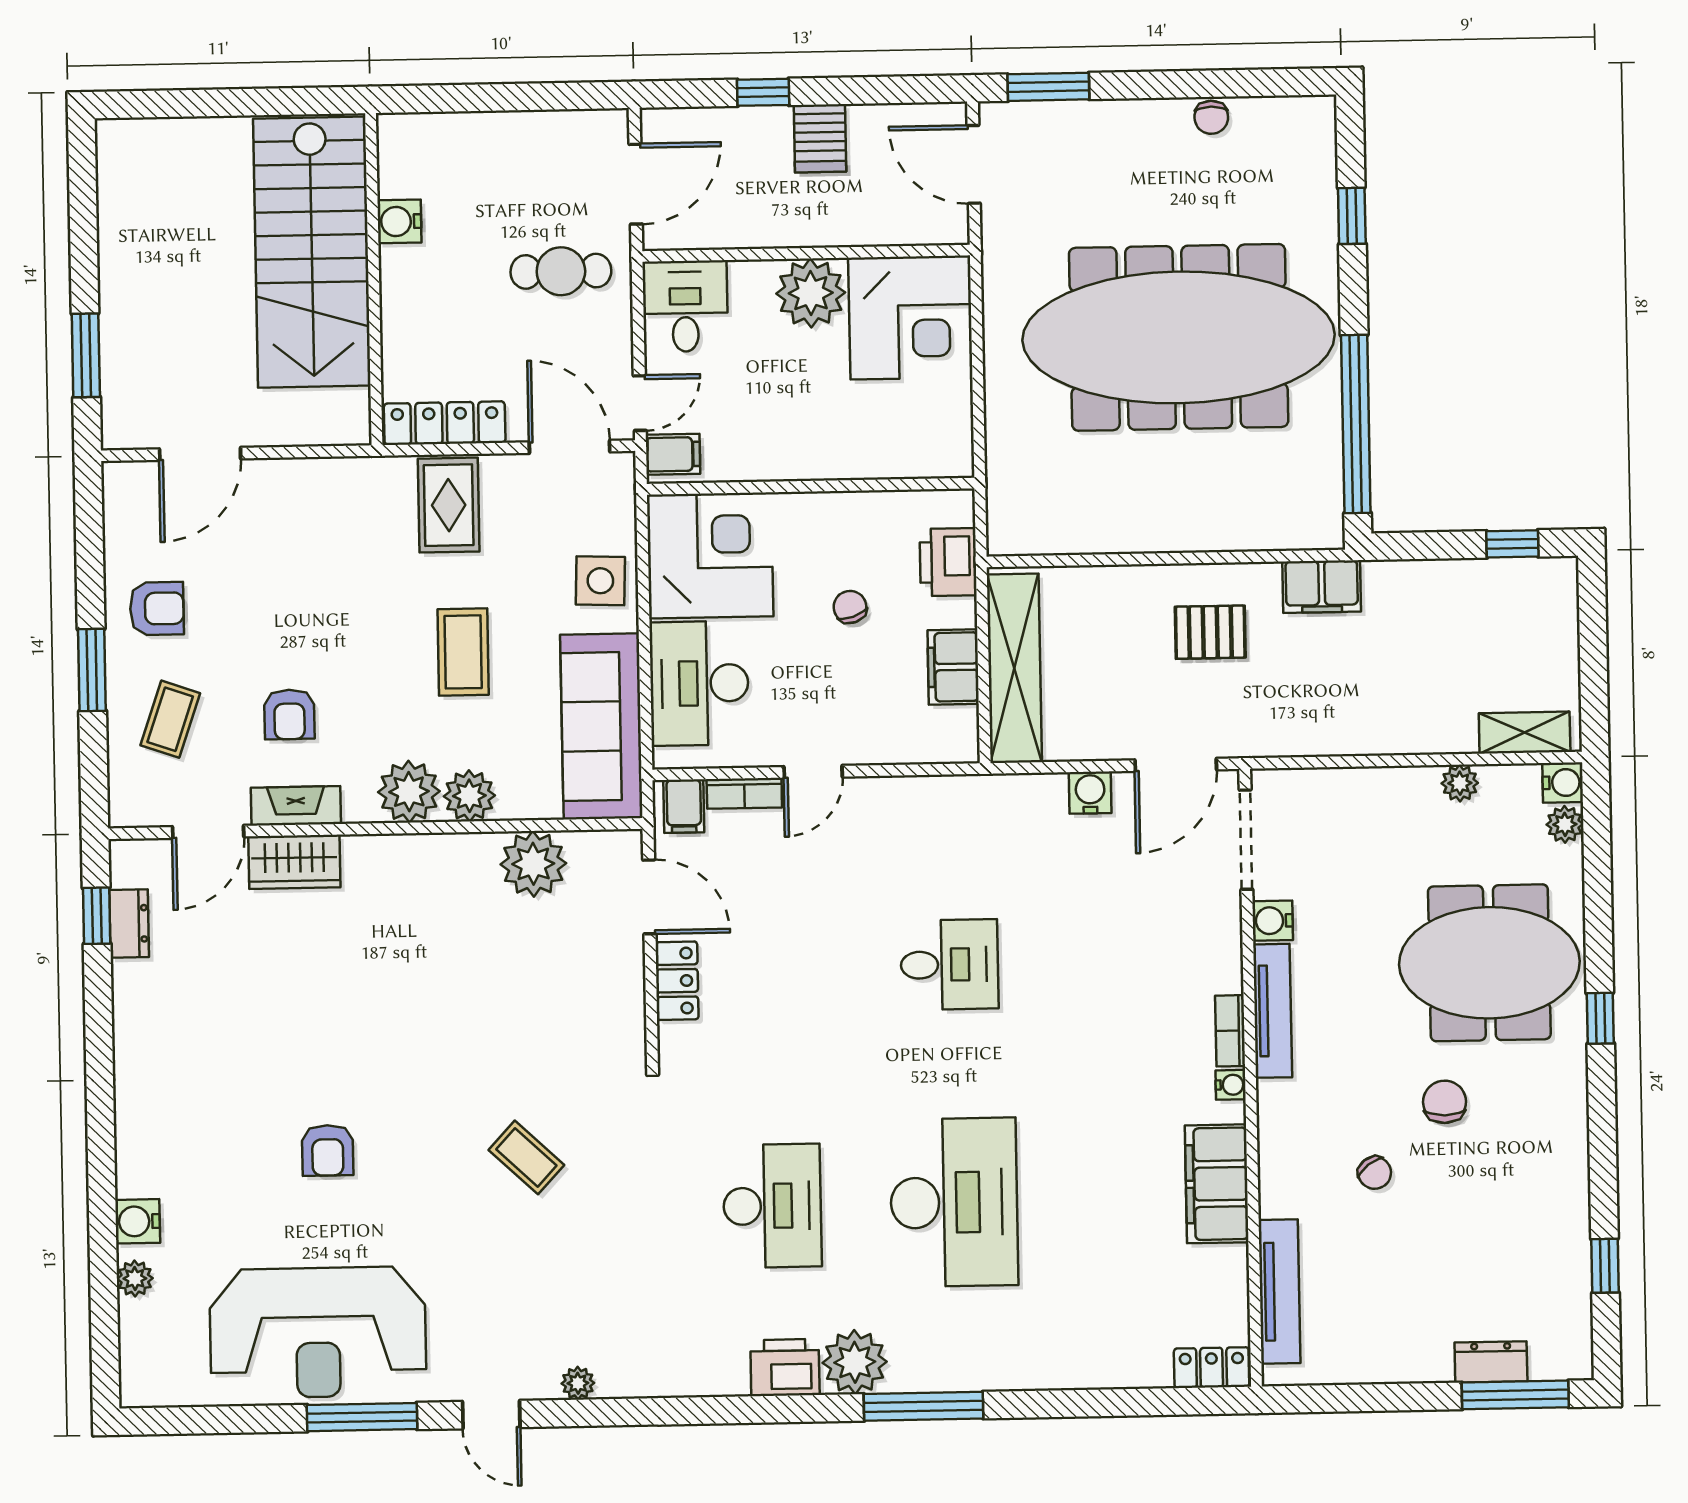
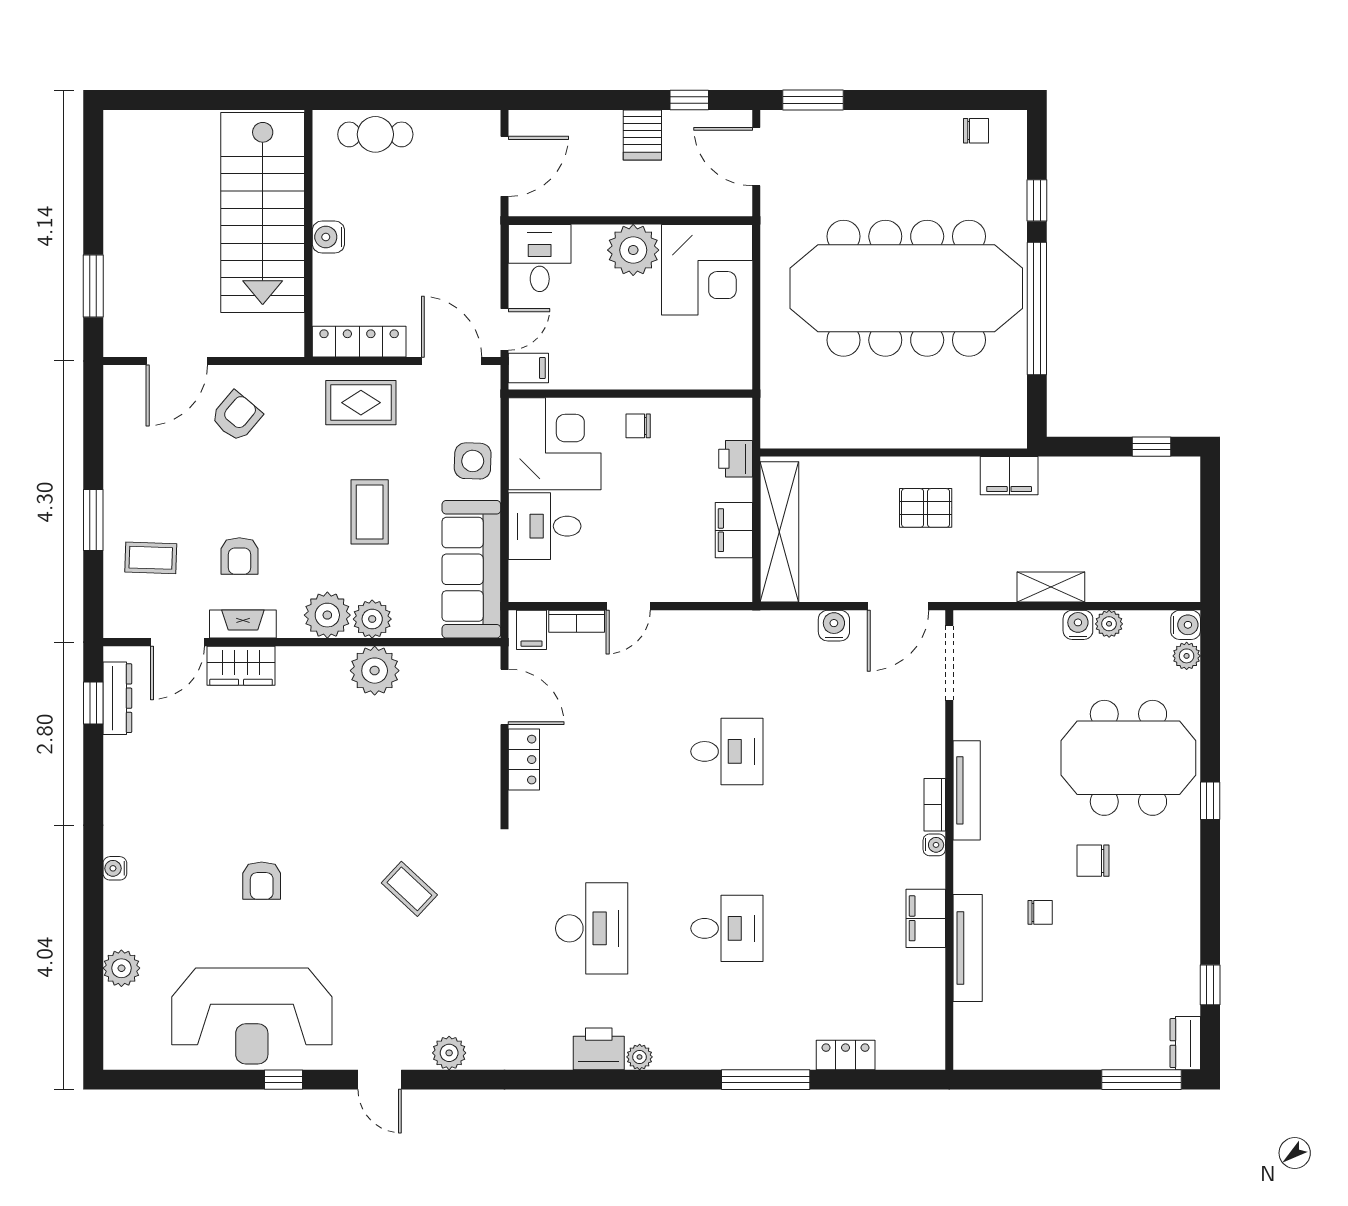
window: (763, 92) -> (689, 100), moved
chair: (1211, 117) -> (976, 131), moved, turned -90
water cooler: (399, 221) -> (328, 237), moved
cafe table: (561, 271) -> (375, 134), moved
window: (1356, 424) -> (1037, 308), moved
rug: (449, 505) -> (361, 403), turned 90
printer: (948, 562) -> (736, 459), width x0.73, depth x0.81
chair: (850, 607) -> (638, 426), moved, turned -71
armchair: (157, 609) -> (236, 416), moved, turned -50
desk: (699, 683) -> (545, 526), width x0.73
coffee table: (170, 719) -> (151, 558), turned 73
shelving: (1525, 733) -> (1051, 587), moved
plant: (533, 864) -> (375, 671), moved
water cooler: (1273, 921) -> (1078, 625), moved, turned 90
dresser: (129, 924) -> (117, 698), width x1.44
chair: (1445, 1102) -> (1093, 861), turned -90
chair: (1375, 1173) -> (1040, 912), turned -53
filing cabinet: (1217, 1184) -> (926, 918), width x0.67, depth x0.86
desk: (954, 1202) -> (727, 928), width x0.53, depth x0.77
water cooler: (138, 1221) -> (115, 868), moved, width x0.72, depth x0.72
plant: (135, 1278) -> (121, 968), width x1.38, depth x1.38
tv unit: (1279, 1292) -> (968, 948), moved
plant: (855, 1362) -> (640, 1057), width x0.53, depth x0.53
dresser: (1491, 1362) -> (1185, 1043), moved, turned -90
locker: (1212, 1368) -> (846, 1055), moved
plant: (578, 1383) -> (449, 1053), width x1.38, depth x1.38
window: (923, 1406) -> (766, 1080), moved
window: (362, 1417) -> (283, 1080), width x0.46

